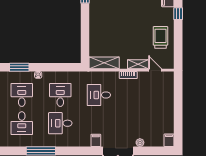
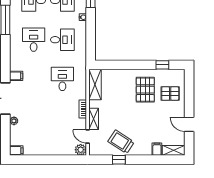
pallet: (109, 14) -> (145, 90), added
window: (178, 14) -> (119, 160), moved
trolley: (160, 37) -> (121, 142), turned -147
door: (155, 70) -> (88, 136), swing flipped
plant: (168, 77) -> (81, 150), added

